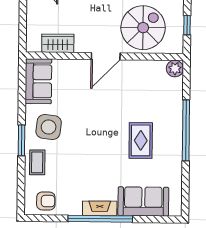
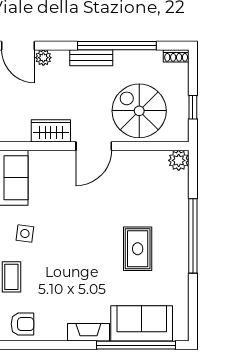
spiral stairs: (143, 28) -> (139, 111), turned -90
wardrobe: (58, 43) -> (51, 131), moved
side table: (49, 127) -> (25, 234), width x0.54, depth x0.54
window: (100, 219) -> (136, 345), moved

